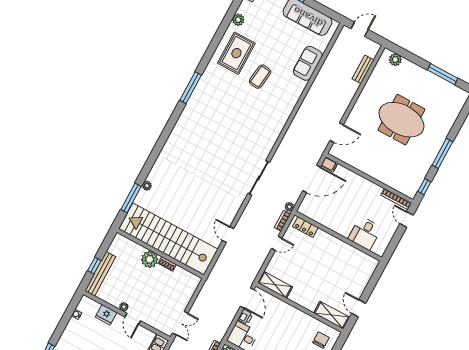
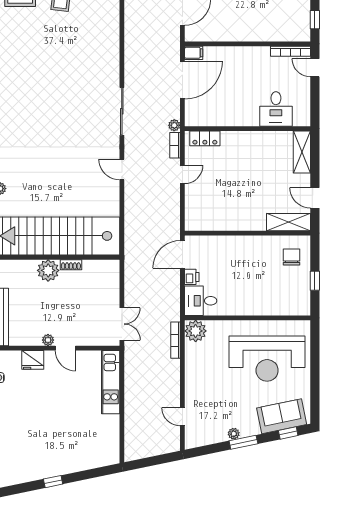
door: (228, 235) -> (122, 169), moved
shelving: (275, 285) -> (302, 152), moved, turned 90
door: (247, 298) -> (182, 254), swing flipped

